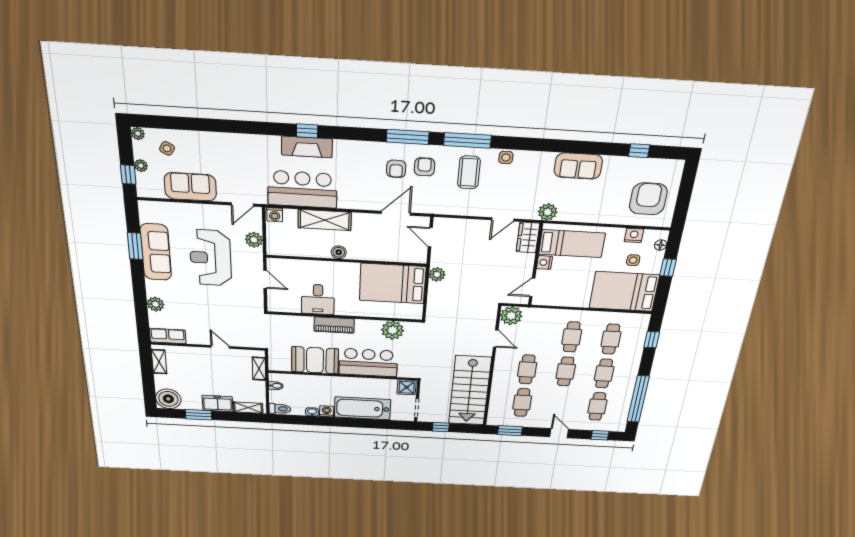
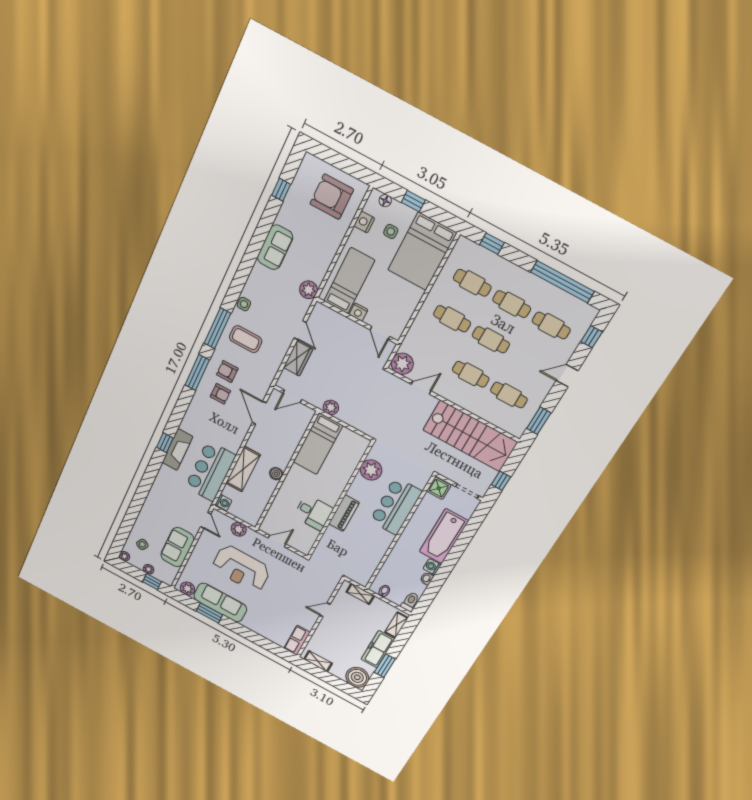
wardrobe: (528, 238) -> (298, 359), moved, turned -90
bed: (393, 283) -> (318, 444), width x0.67
plant: (156, 304) -> (187, 589), moved
booth: (315, 360) -> (373, 547), removed
freezer: (218, 404) -> (378, 649), width x1.40

